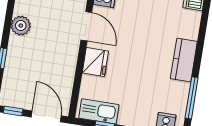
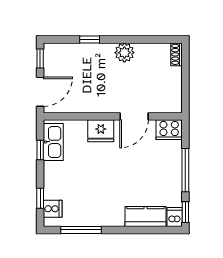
kitchen counter: (184, 60) -> (145, 216), moved

